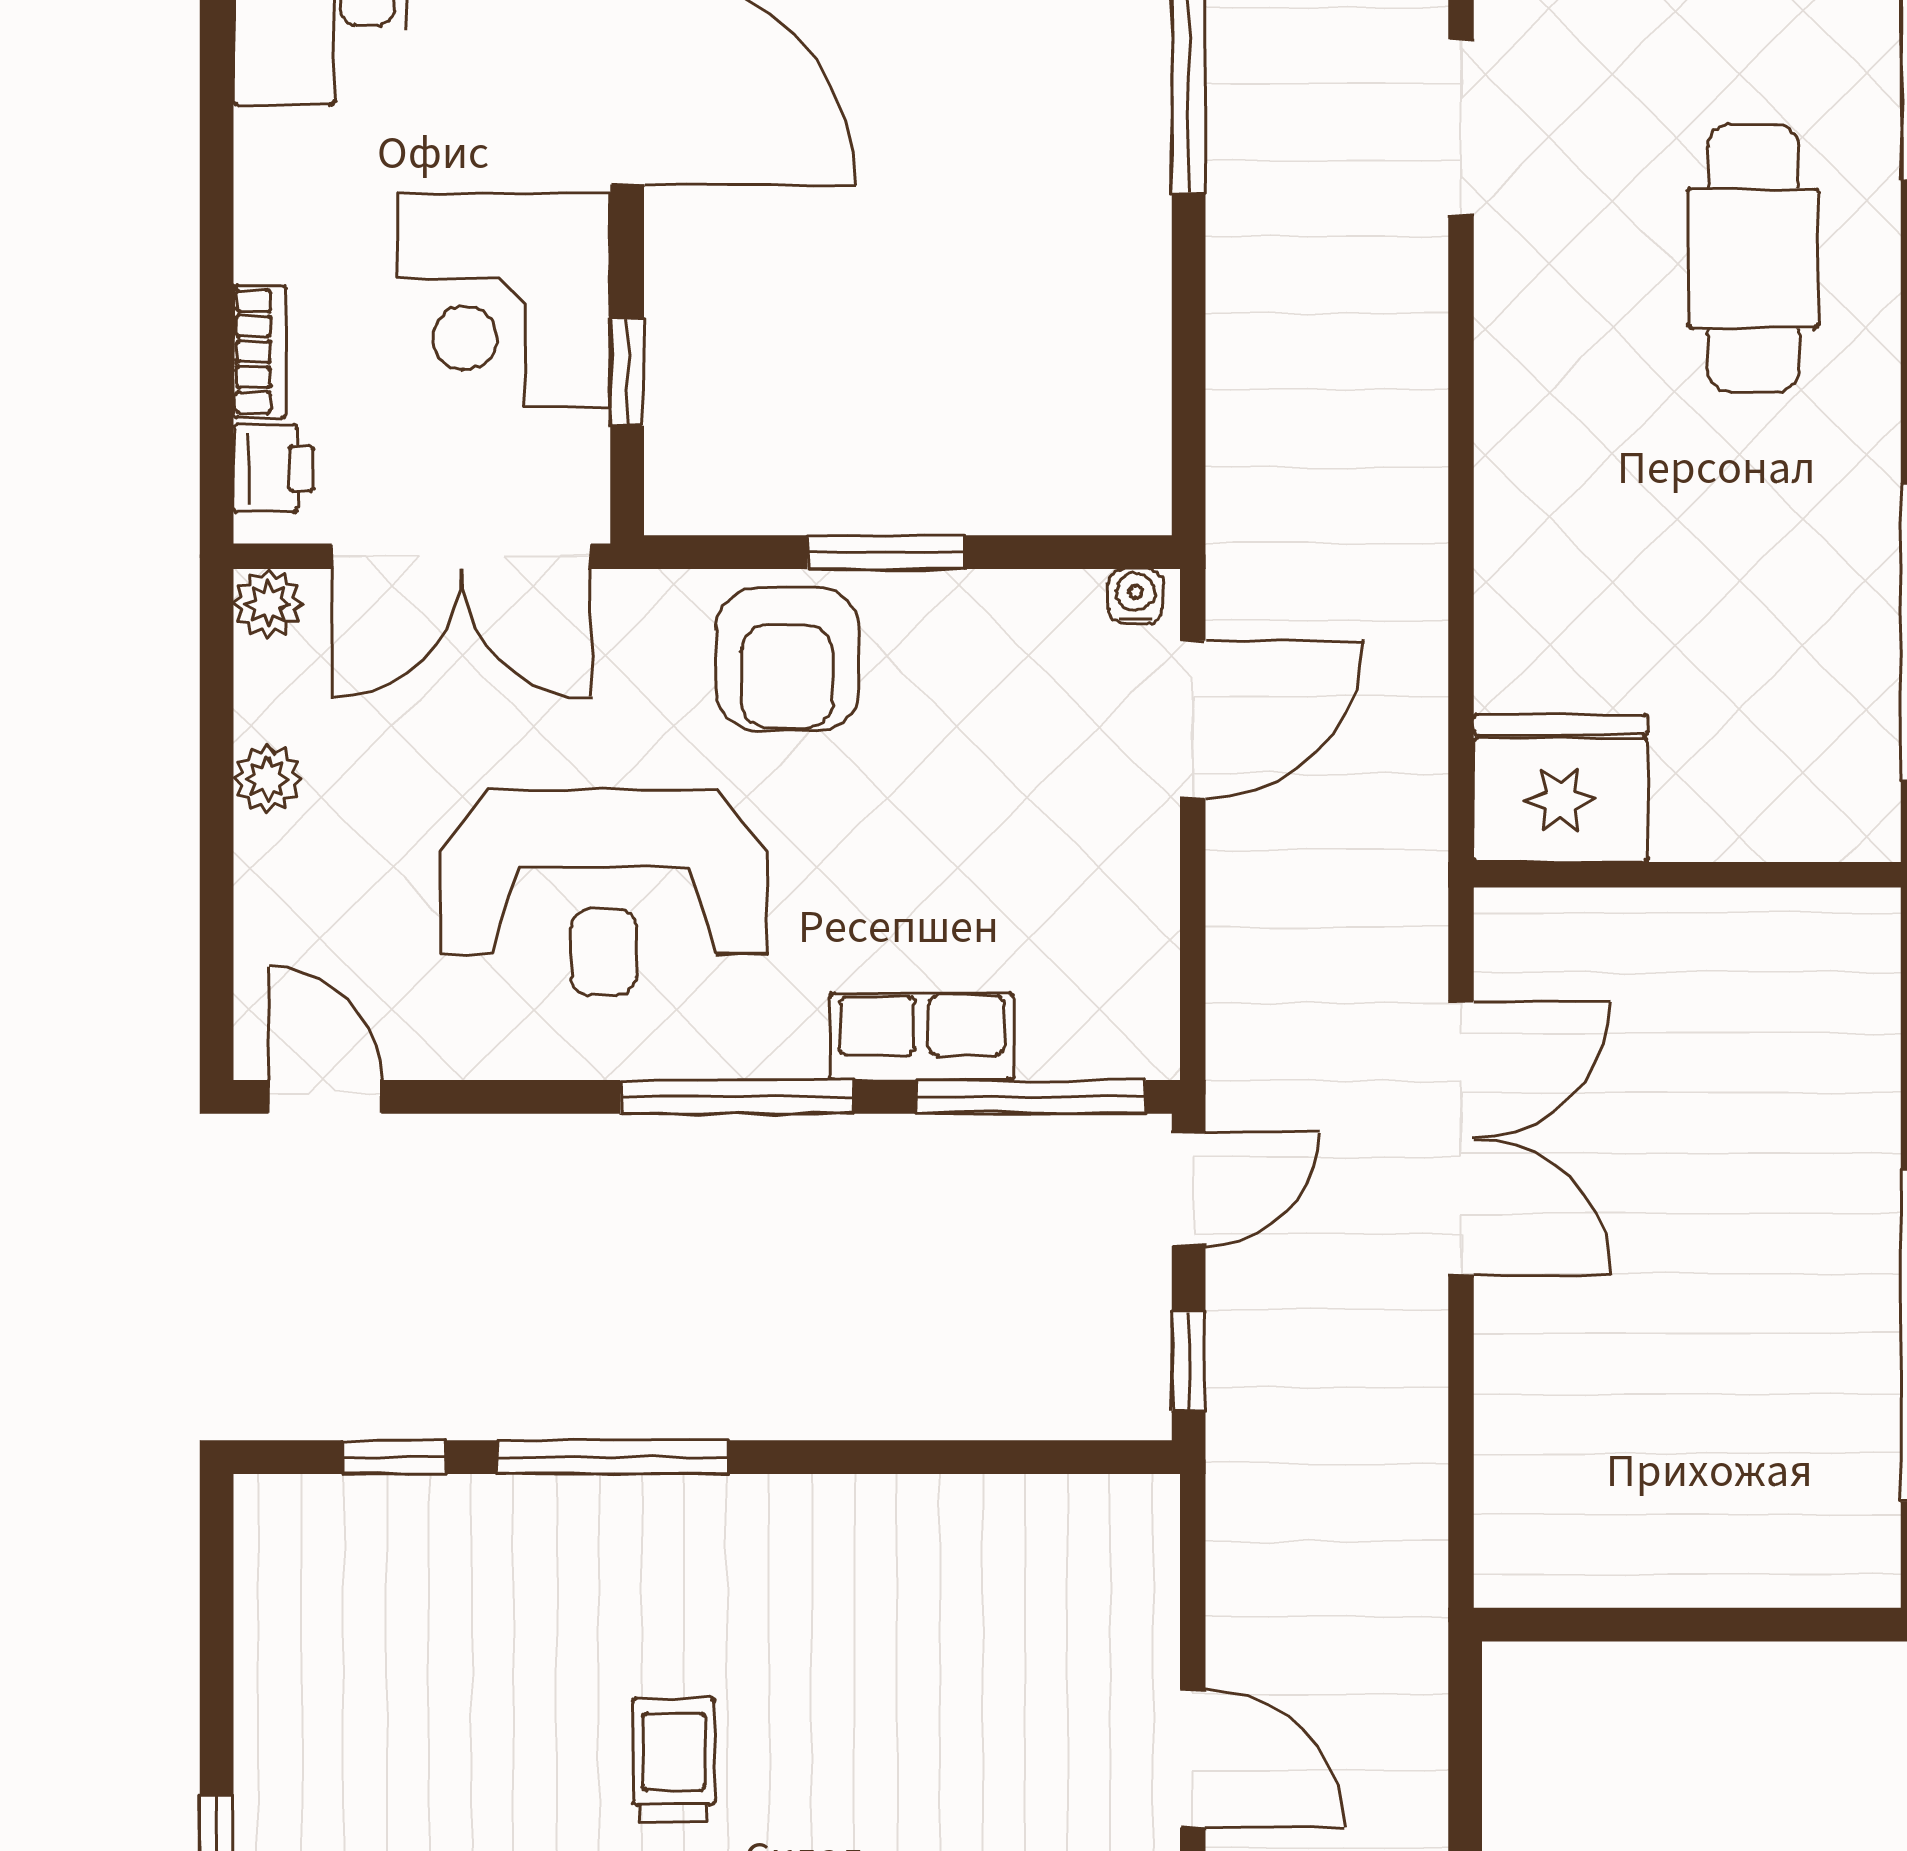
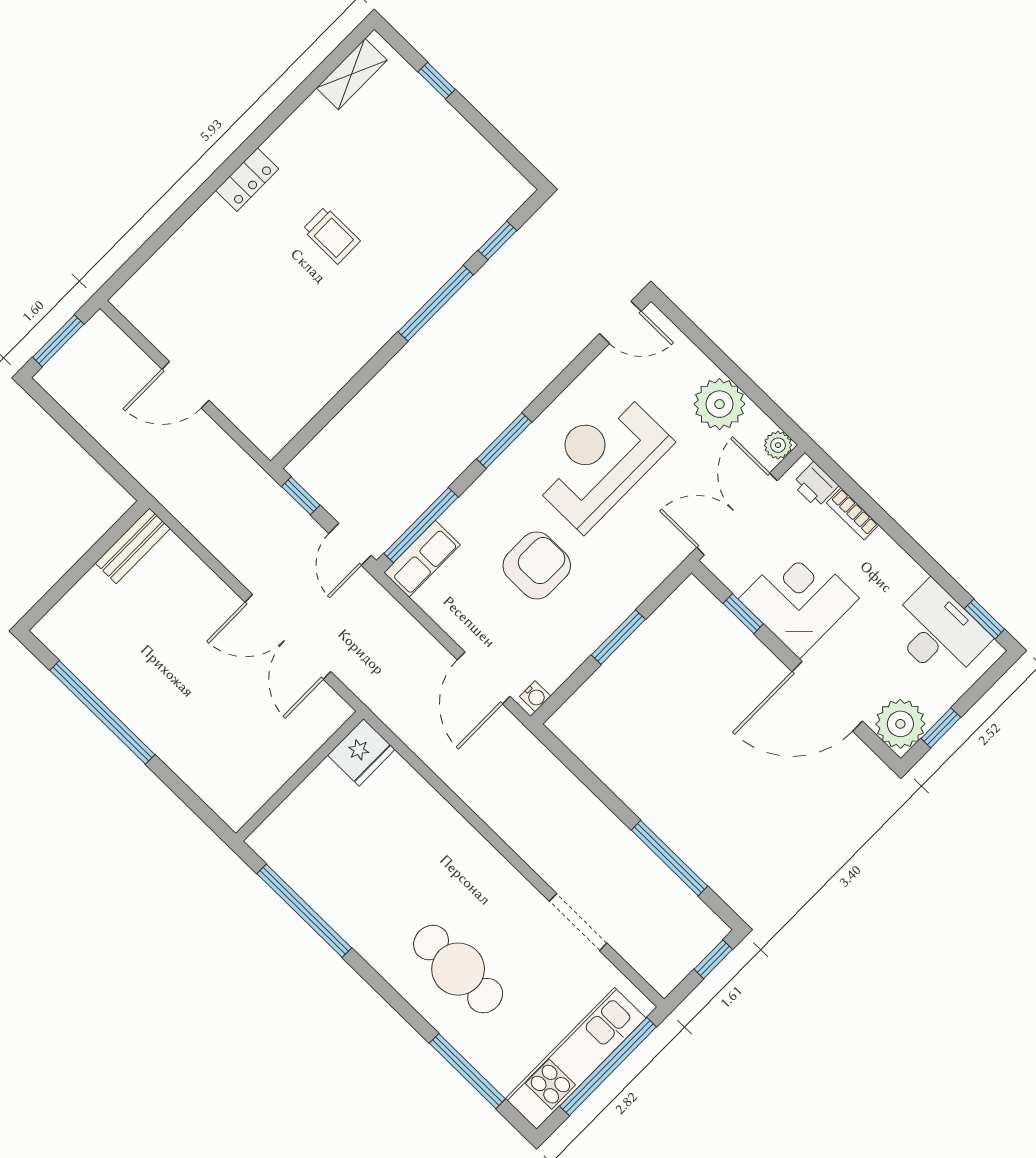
armchair: (787, 659) -> (537, 565), moved, turned 90
plant: (267, 779) -> (720, 404), width x1.87, depth x1.87
fridge: (1561, 788) -> (361, 752), width x0.73, depth x0.75
row of seats: (922, 1036) -> (422, 559), moved
window: (737, 1097) -> (504, 441), width x0.69
bench: (1570, 1571) -> (133, 546), added

